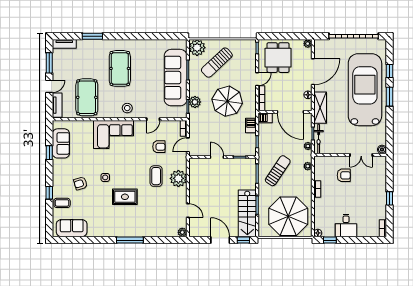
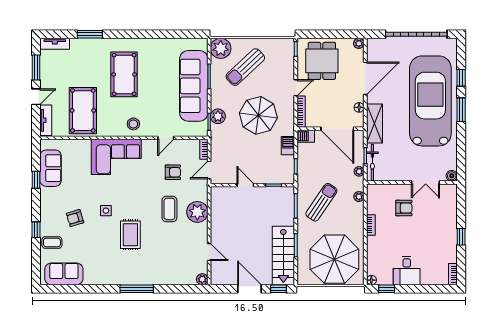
rug: (125, 197) -> (130, 235), turned 90

